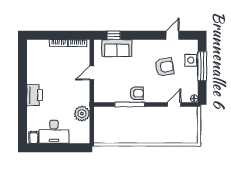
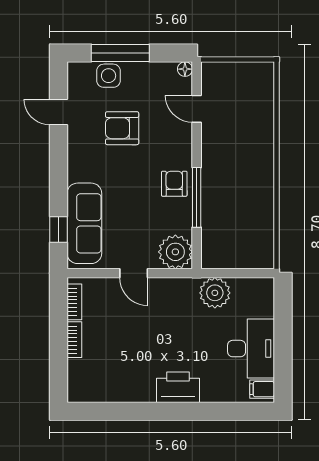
sofa: (117, 48) -> (84, 223), width x1.36
armchair: (164, 67) -> (122, 128), turned -79
plant: (102, 94) -> (175, 252), added

